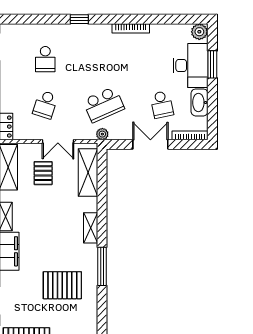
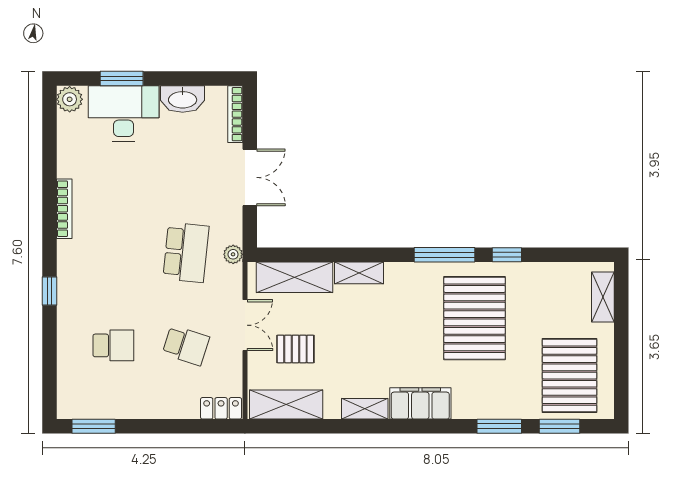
school desk: (103, 105) -> (186, 252), turned 30
school desk: (162, 105) -> (186, 159), removed
double door: (150, 144) -> (250, 177), swing flipped
shelving: (91, 228) -> (359, 273), moved
pallet: (62, 285) -> (475, 318), width x1.37, depth x1.41
window: (102, 305) -> (507, 255), added

